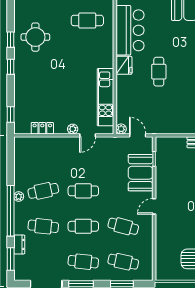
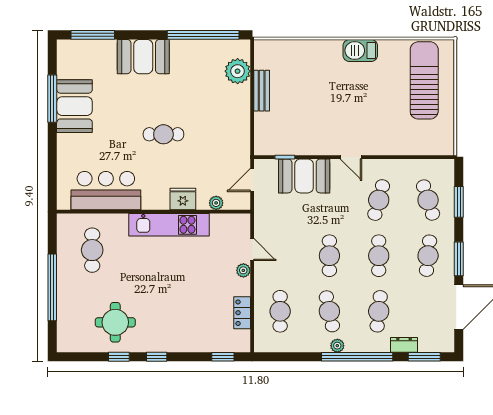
fridge: (124, 65) -> (183, 199), moved
cafe table: (159, 72) -> (163, 134), moved
kitchen unit: (105, 97) -> (169, 225), moved
plant: (121, 129) -> (216, 203), moved
cafe table: (43, 155) -> (280, 311), added
cafe table: (123, 262) -> (428, 200), turned -30

